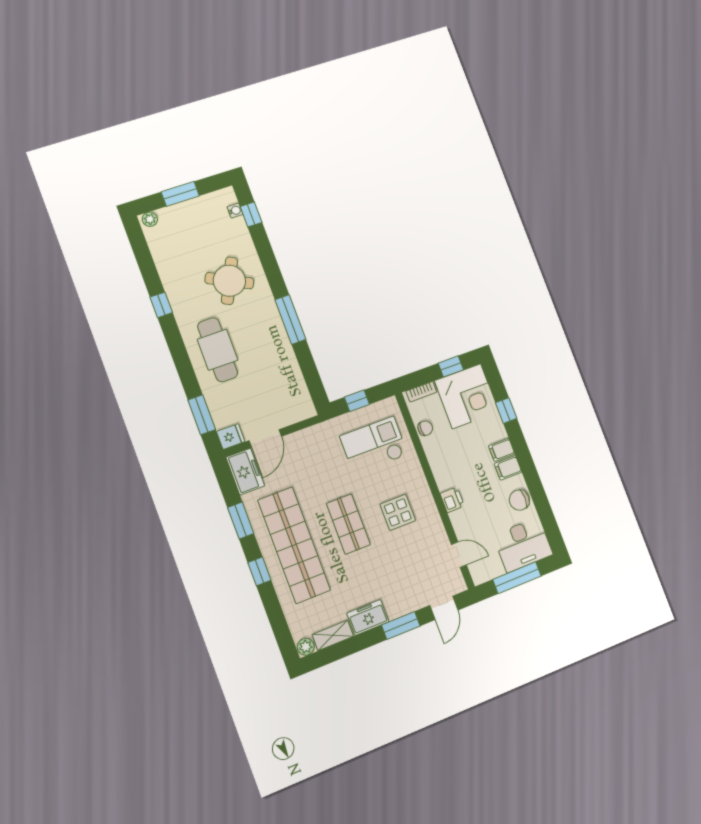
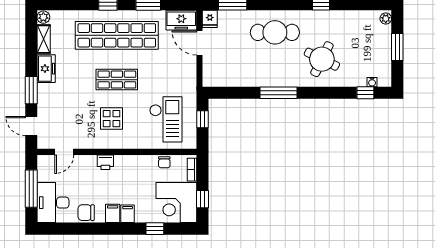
chair: (519, 500) -> (86, 213), turned -90

